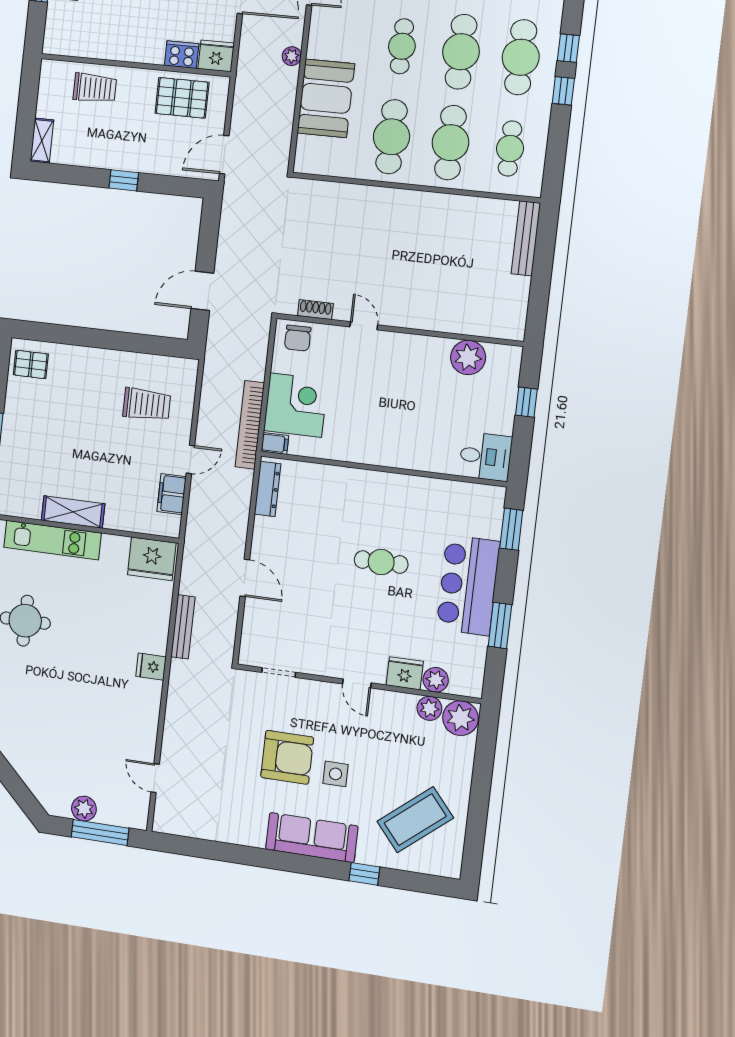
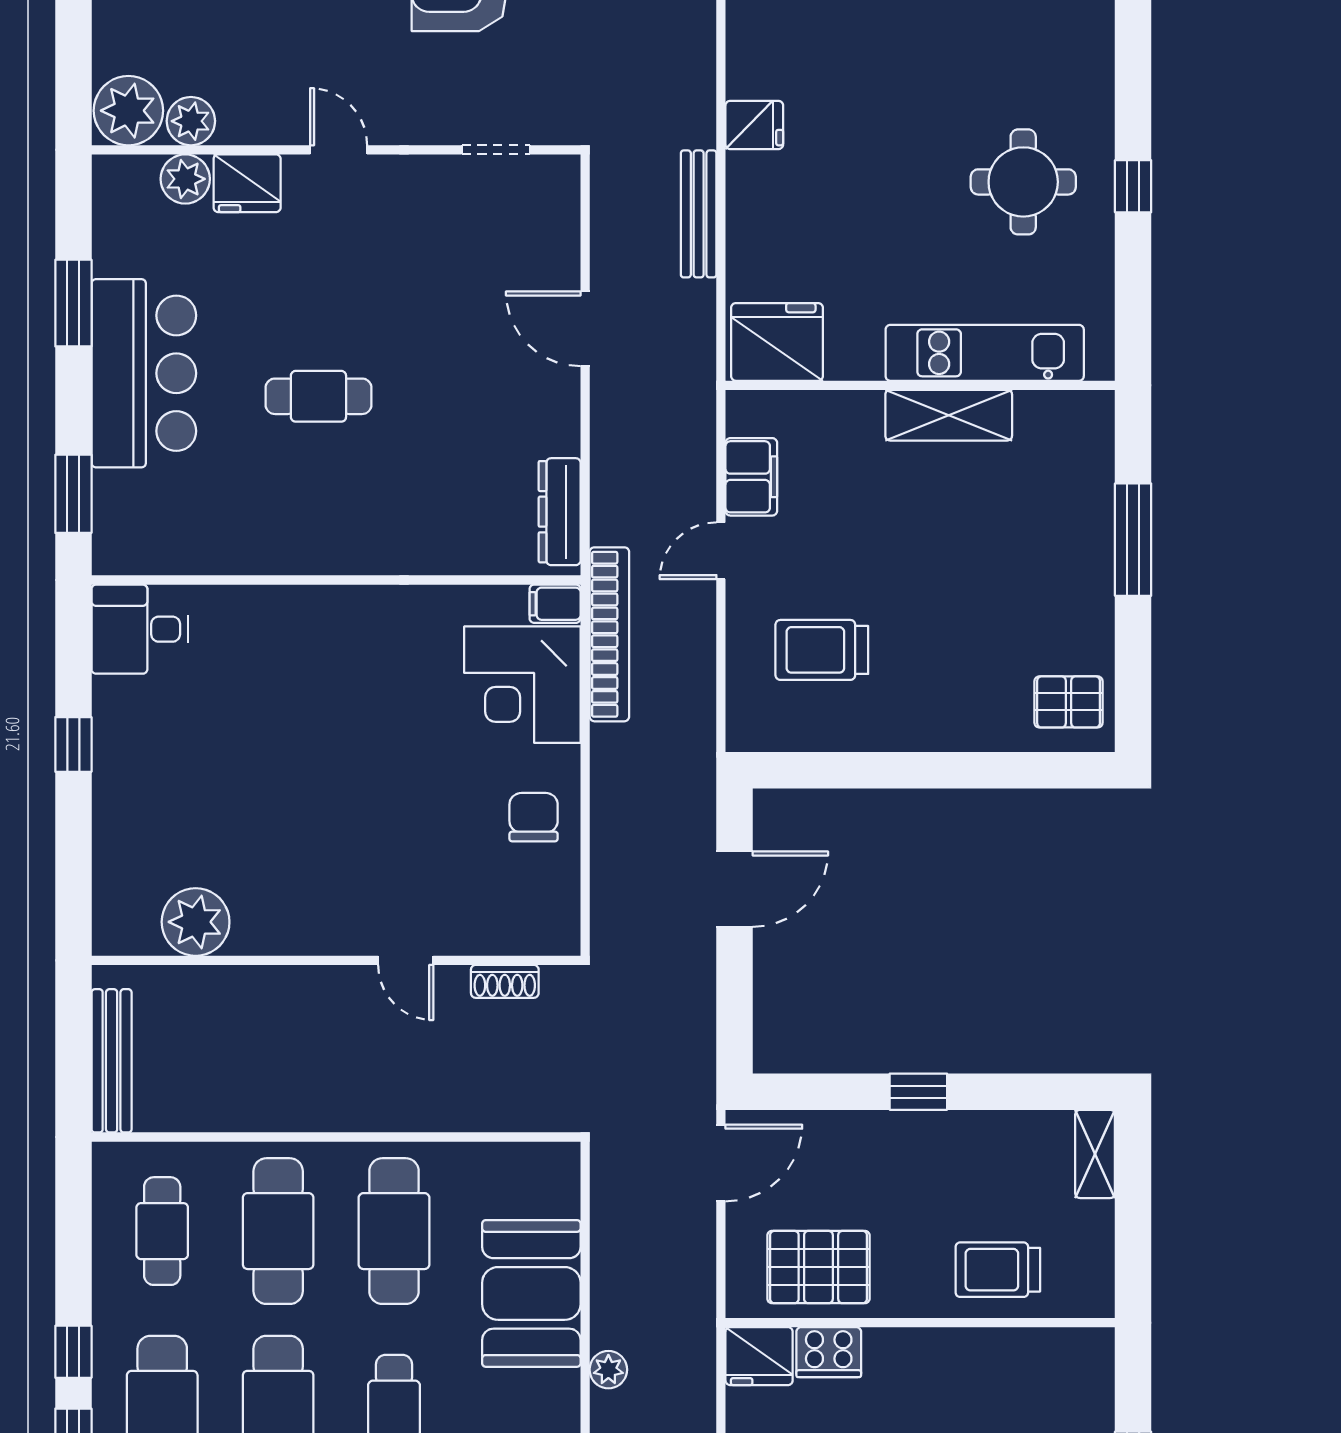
shoe rack: (315, 310) -> (505, 981), moved
door: (364, 326) -> (406, 960), moved
wall: (399, 330) -> (336, 960), moved
plant: (468, 357) -> (196, 922), moved

